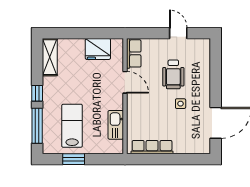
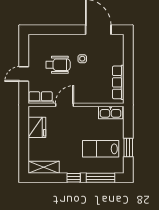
door: (178, 33) -> (24, 74), moved
kitchen sink: (116, 125) -> (111, 112), moved

